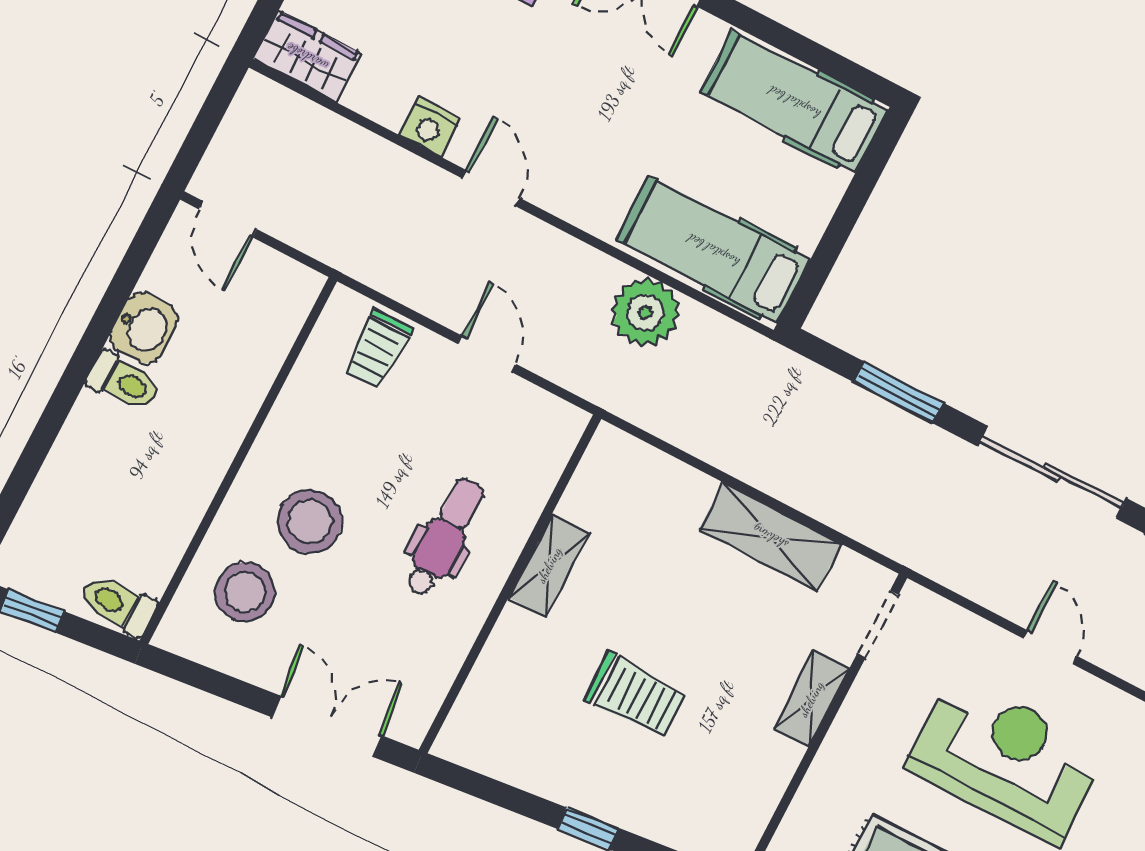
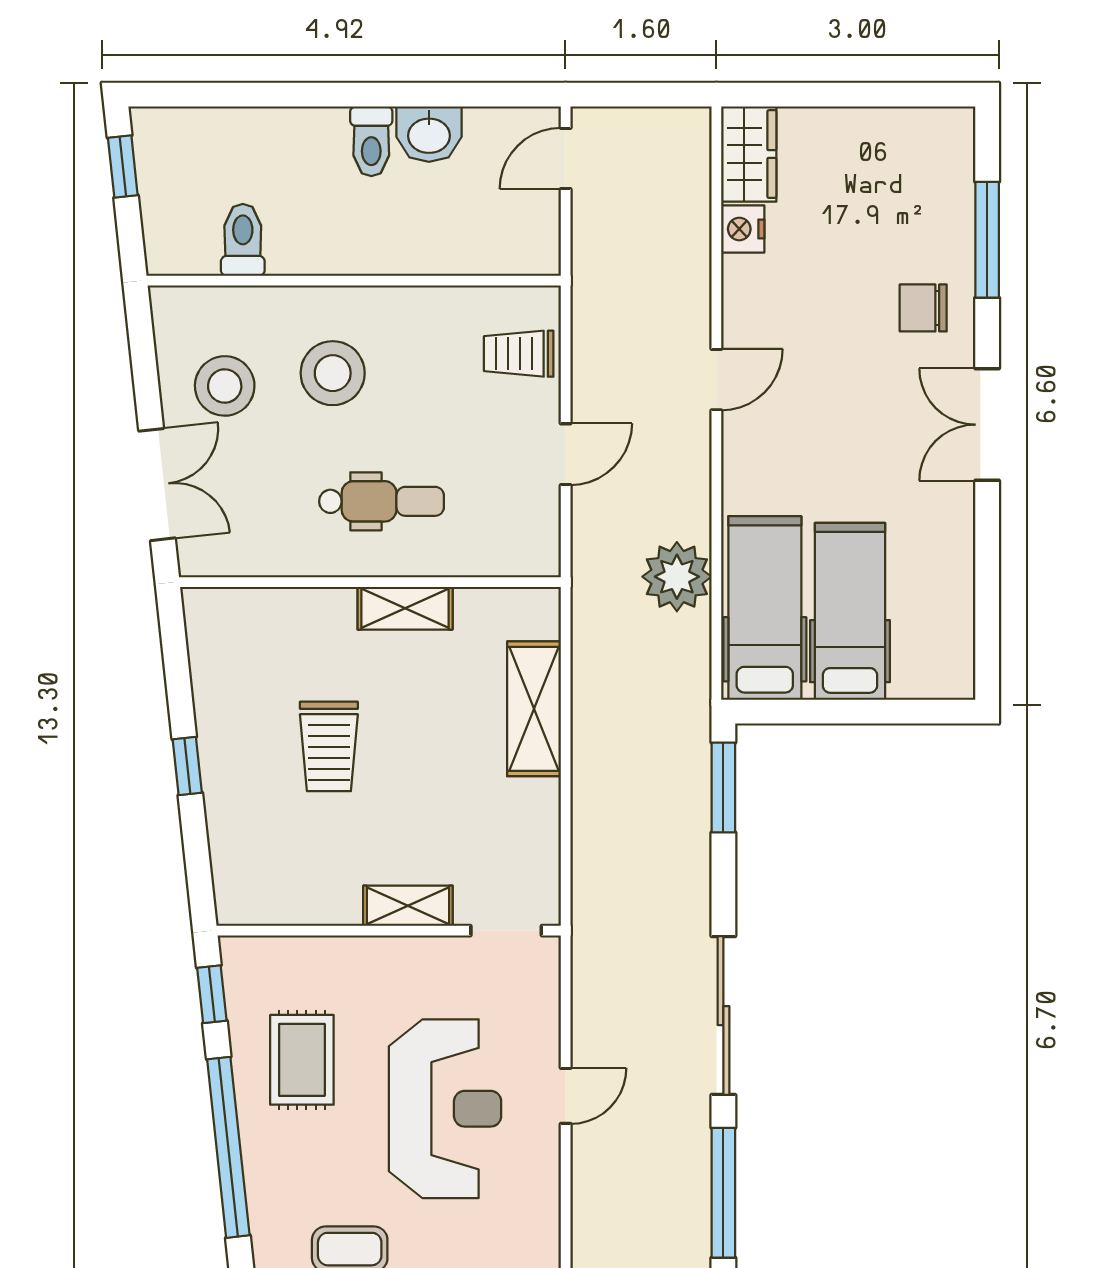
hospital bed: (794, 102) -> (850, 611), moved
nightstand: (430, 127) -> (743, 229), moved
window: (898, 392) -> (723, 787), moved
shelving: (770, 537) -> (534, 709), moved
stool: (245, 592) -> (225, 386), moved
toilet: (118, 604) -> (243, 240), moved

